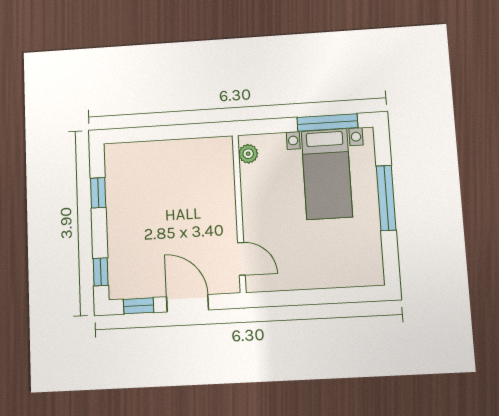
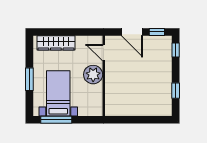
plant: (248, 154) -> (93, 75), moved, width x1.87, depth x1.87
window: (386, 198) -> (29, 79), width x0.69
wardrobe: (338, 273) -> (56, 43), added

